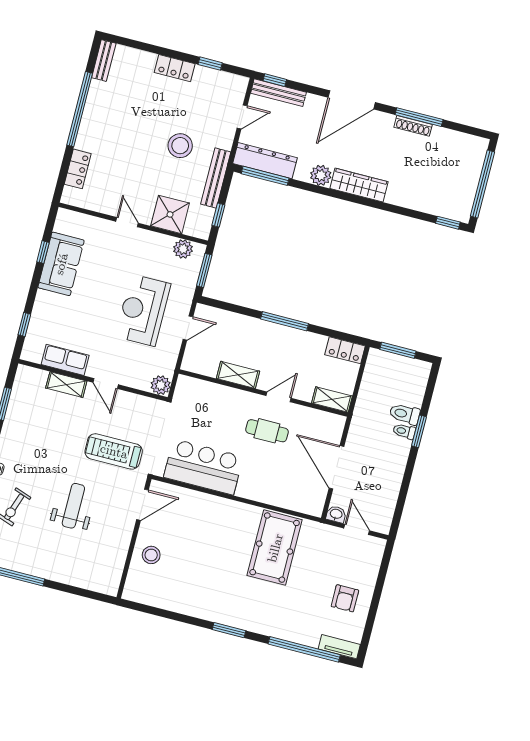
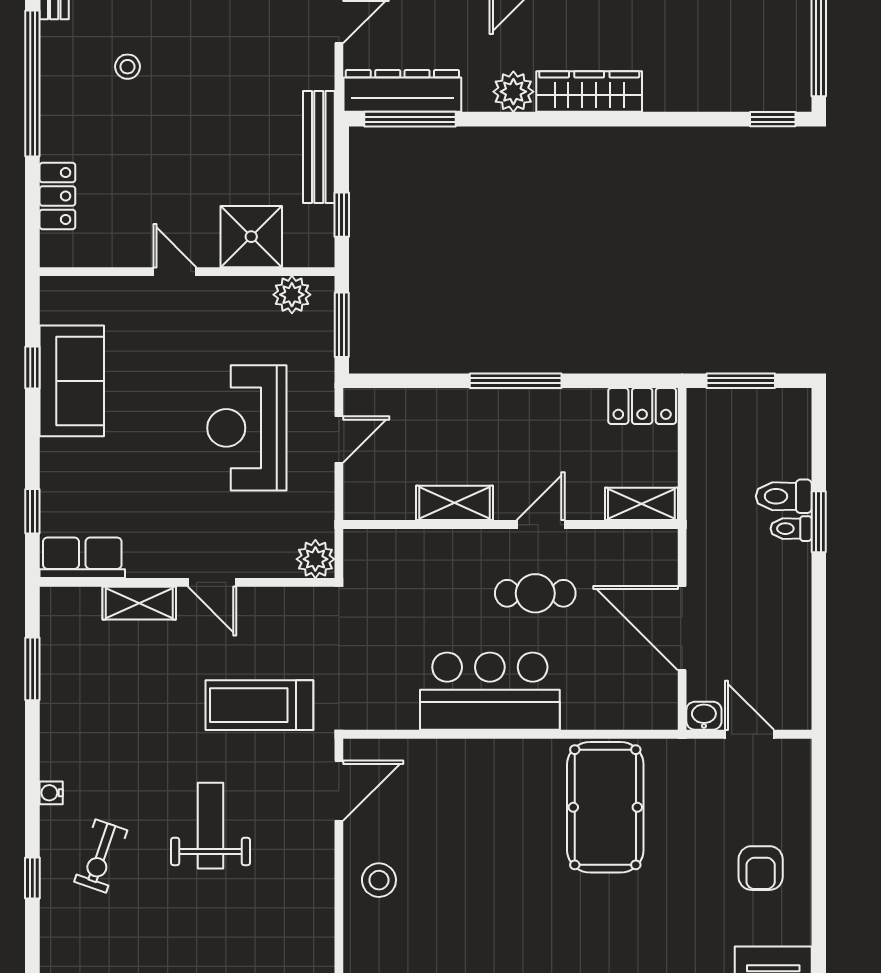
stool: (180, 146) -> (128, 67), moved, width x0.53, depth x0.53
row of seats: (65, 360) -> (82, 558), moved
bar counter: (203, 467) -> (490, 691), moved

